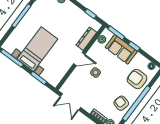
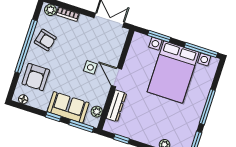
bed with nightstands: (37, 49) -> (173, 72), width x1.36
door: (79, 59) -> (116, 77), hinge flipped
armchair: (137, 79) -> (36, 77), turned 90

